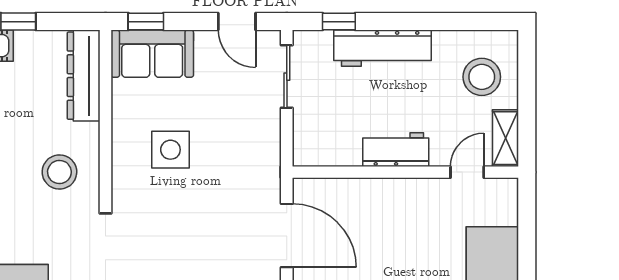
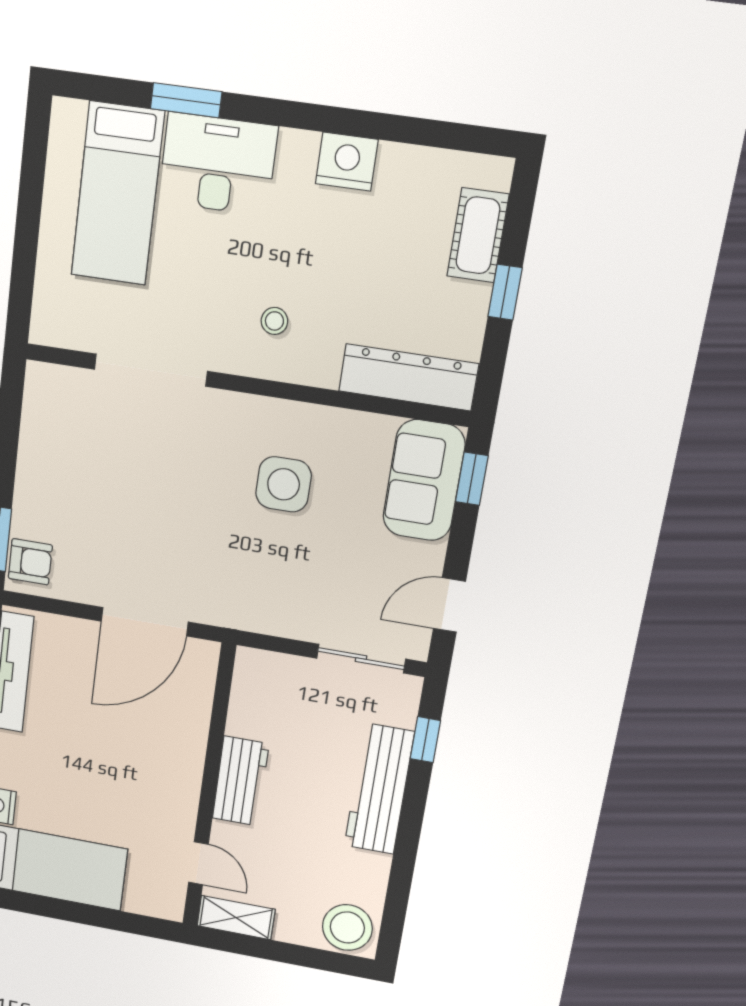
stool: (482, 77) -> (347, 927), moved
stool: (59, 172) -> (274, 321), width x0.53, depth x0.53

